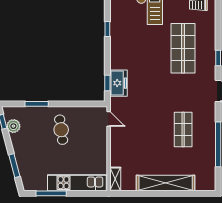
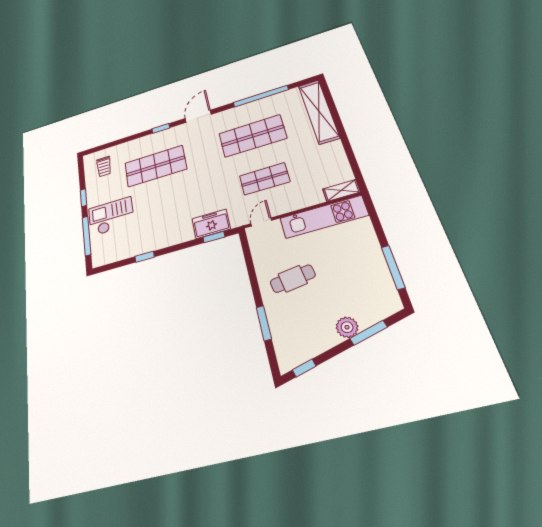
plant: (13, 126) -> (347, 327), moved
shop shelf: (142, 129) -> (265, 179), added
shop shelf: (183, 129) -> (253, 136), width x1.43, depth x1.36
kitchen unit: (77, 183) -> (324, 217), moved, turned -90
shelving: (166, 183) -> (319, 111), moved

